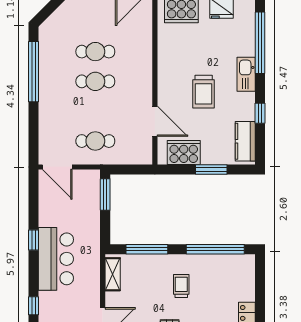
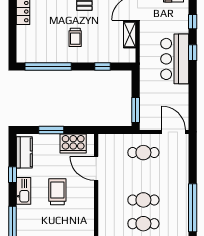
kitchen sink: (246, 74) -> (24, 191), moved
window: (33, 240) -> (193, 53), moved
window: (147, 249) -> (102, 67), width x0.46
shelving: (113, 274) -> (130, 35), moved

